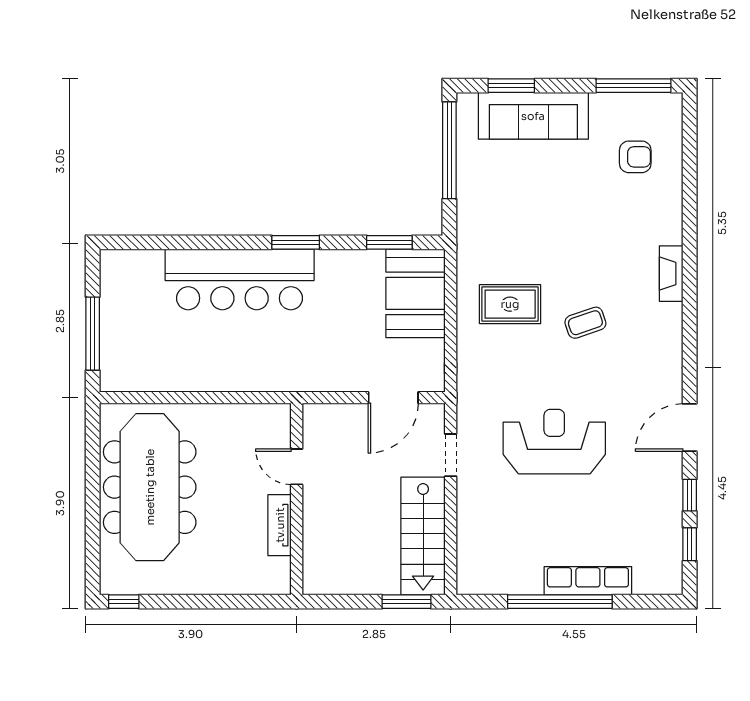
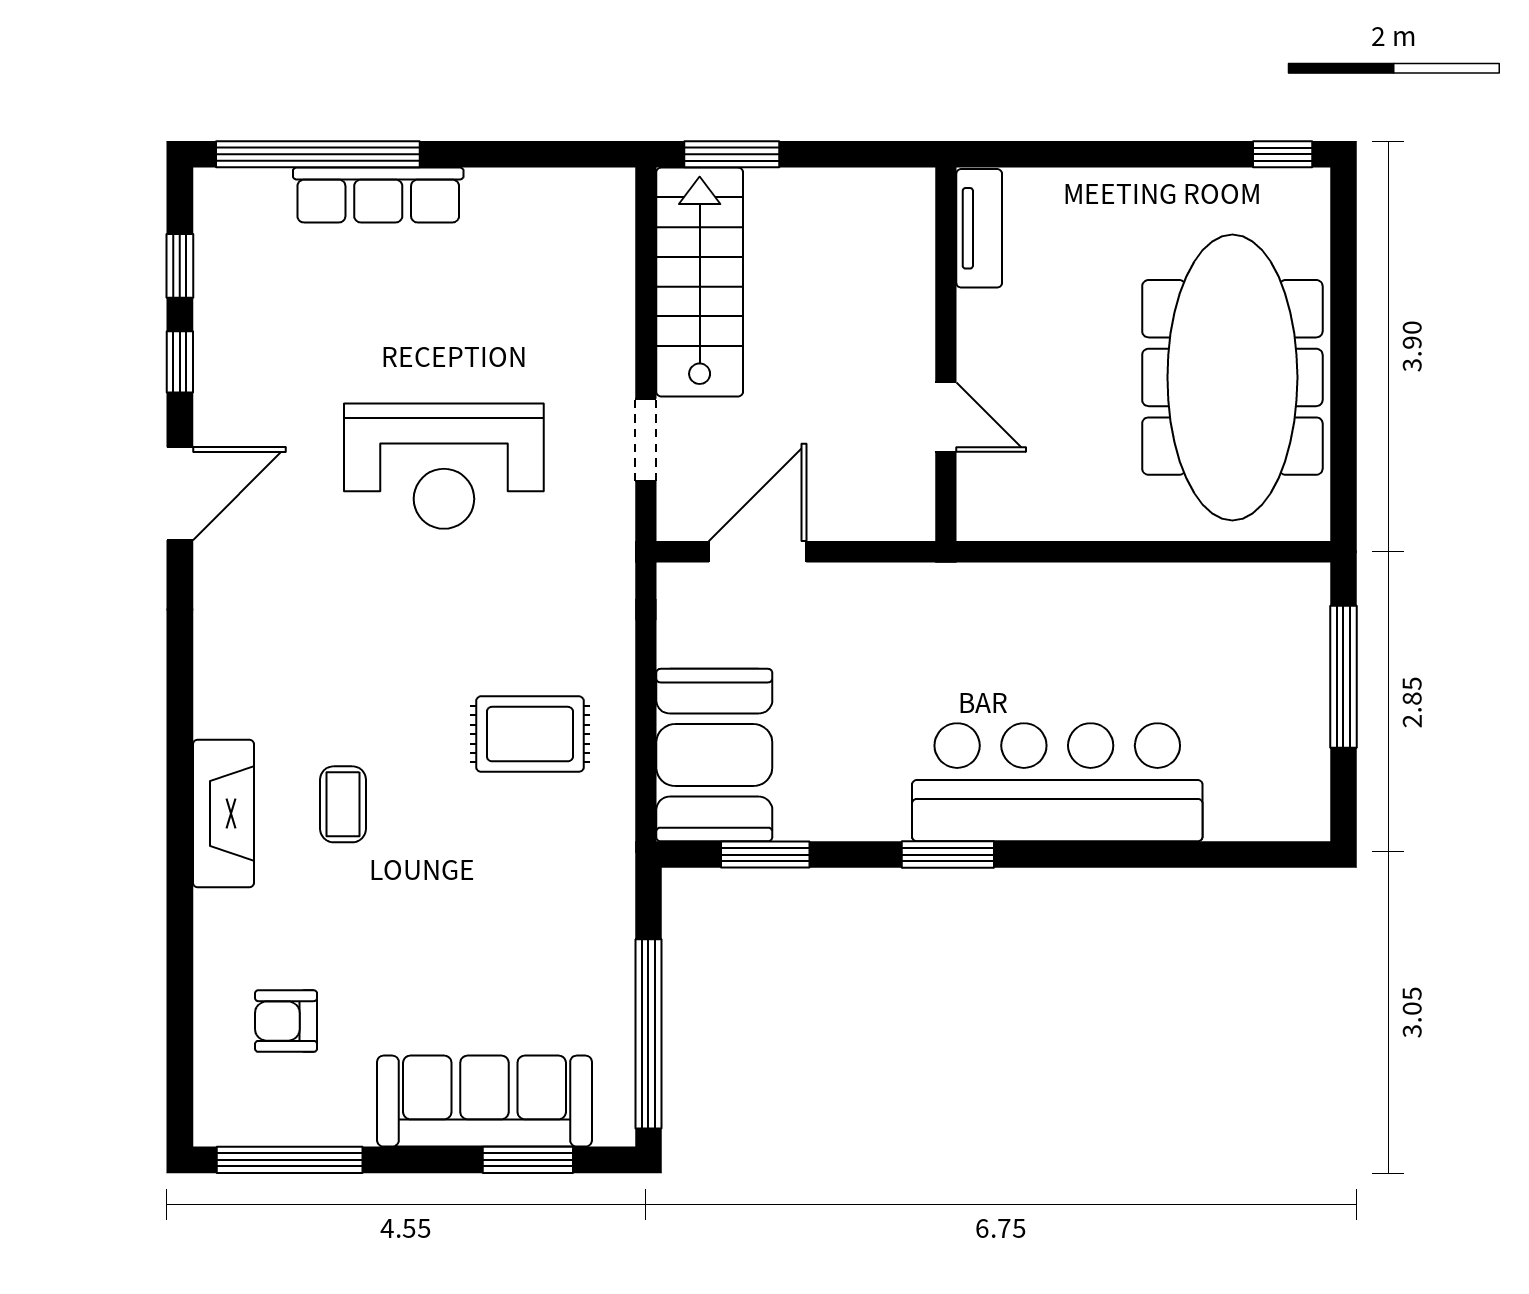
fireplace: (671, 274) -> (223, 813), width x1.37, depth x1.32
coffee table: (585, 323) -> (343, 804), moved, turned -71
tv unit: (280, 525) -> (979, 228), moved
window: (560, 602) -> (318, 154), moved

